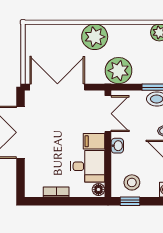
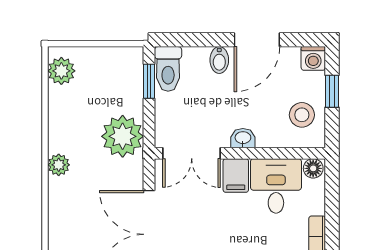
plant: (95, 37) -> (59, 165), width x0.53, depth x0.53
double door: (108, 114) -> (192, 153), swing flipped
window: (130, 201) -> (332, 91), moved

